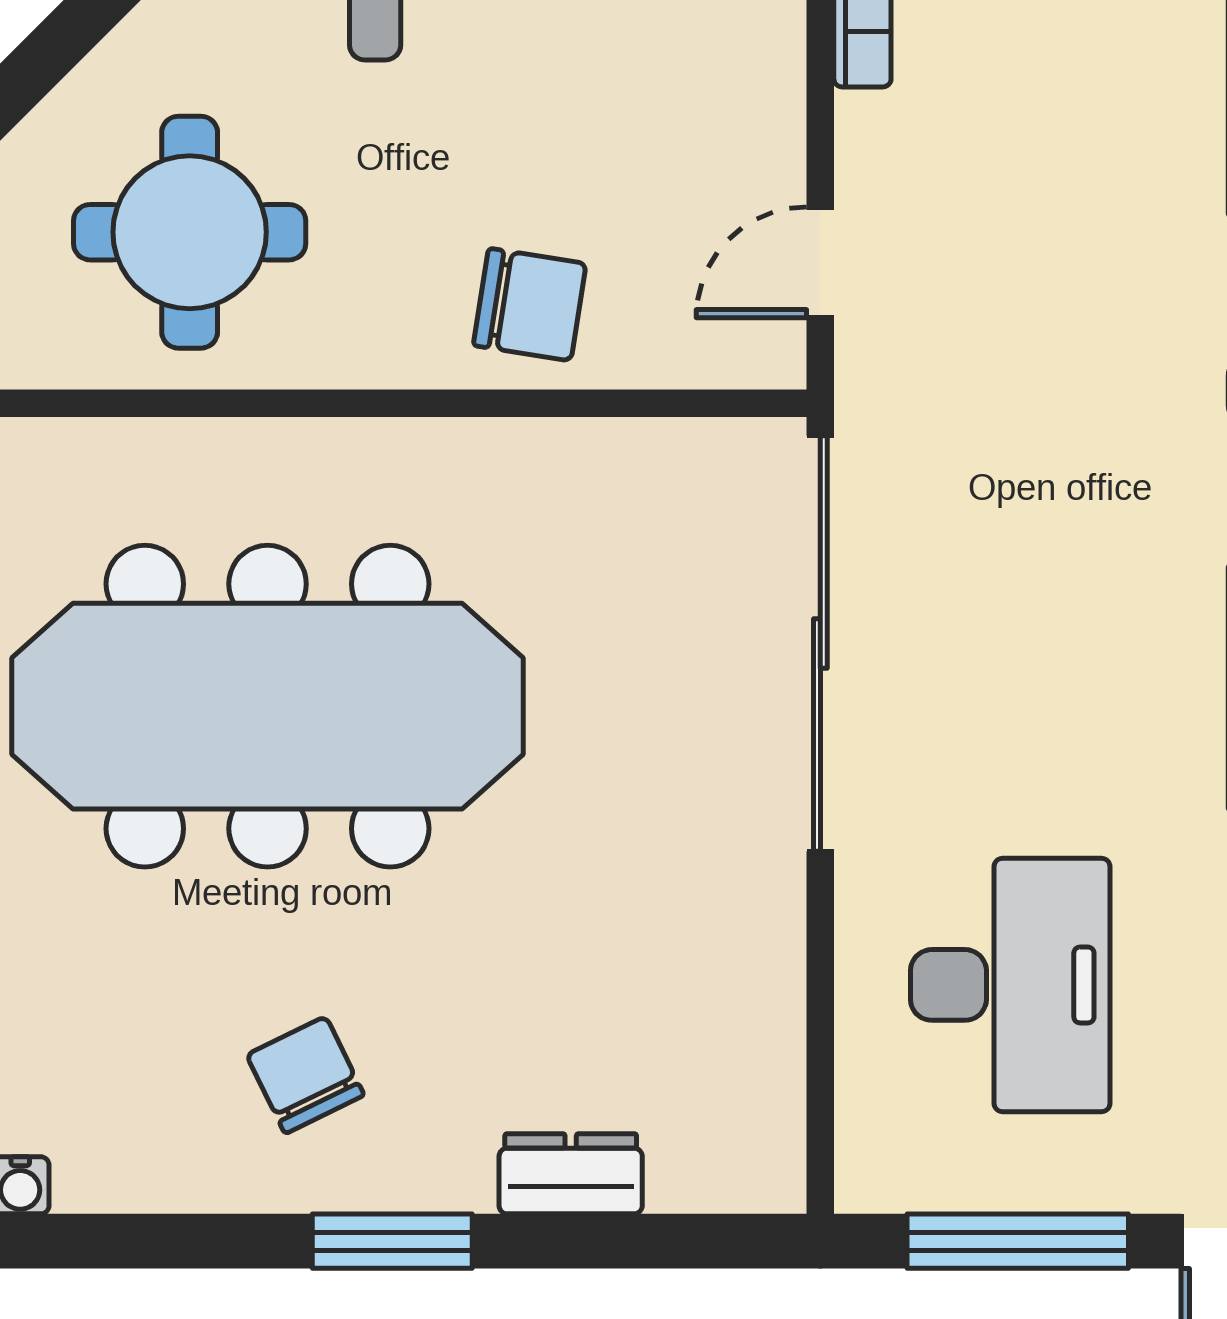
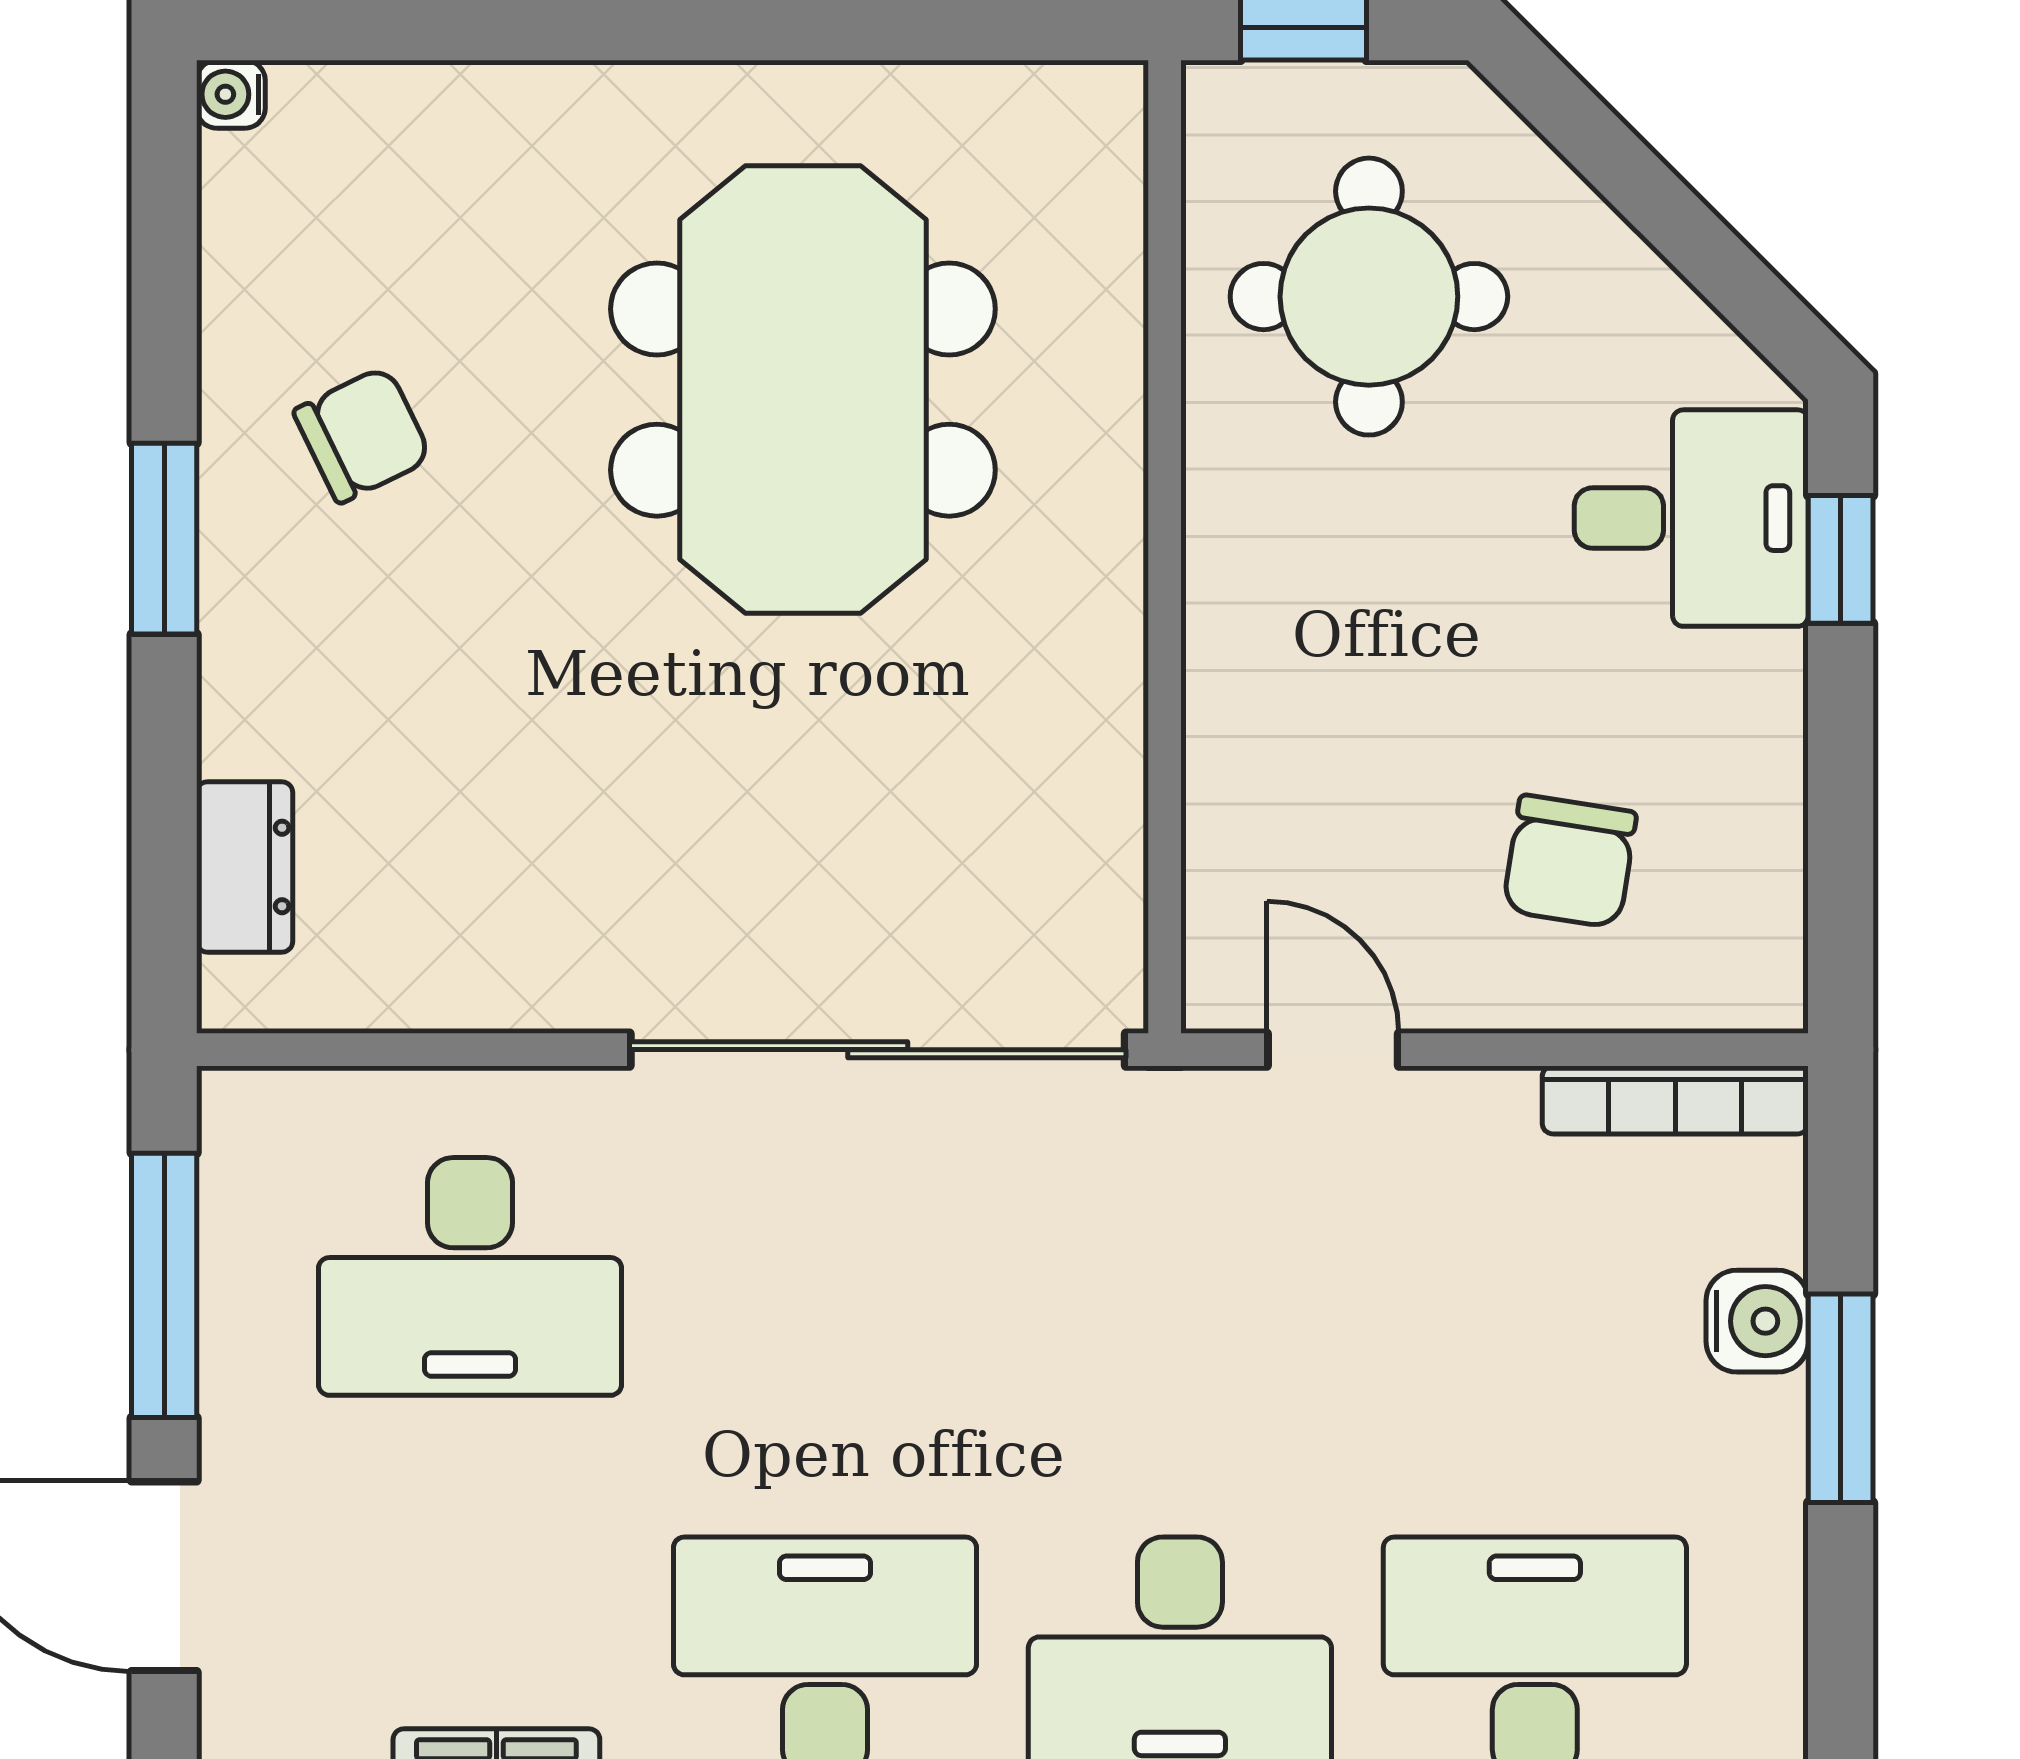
chair: (530, 305) -> (1570, 861), moved
meeting table: (268, 706) -> (803, 390), width x0.73
dresser: (571, 1174) -> (245, 867), moved

